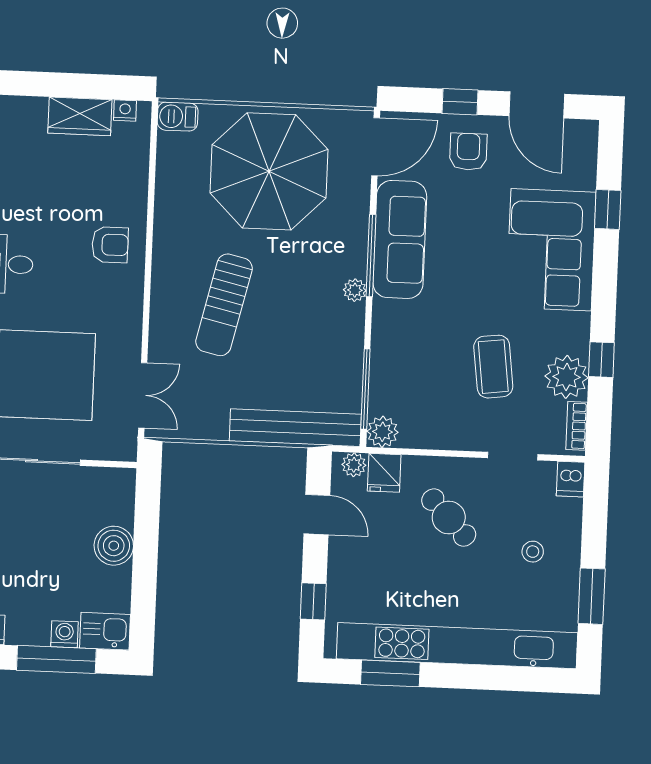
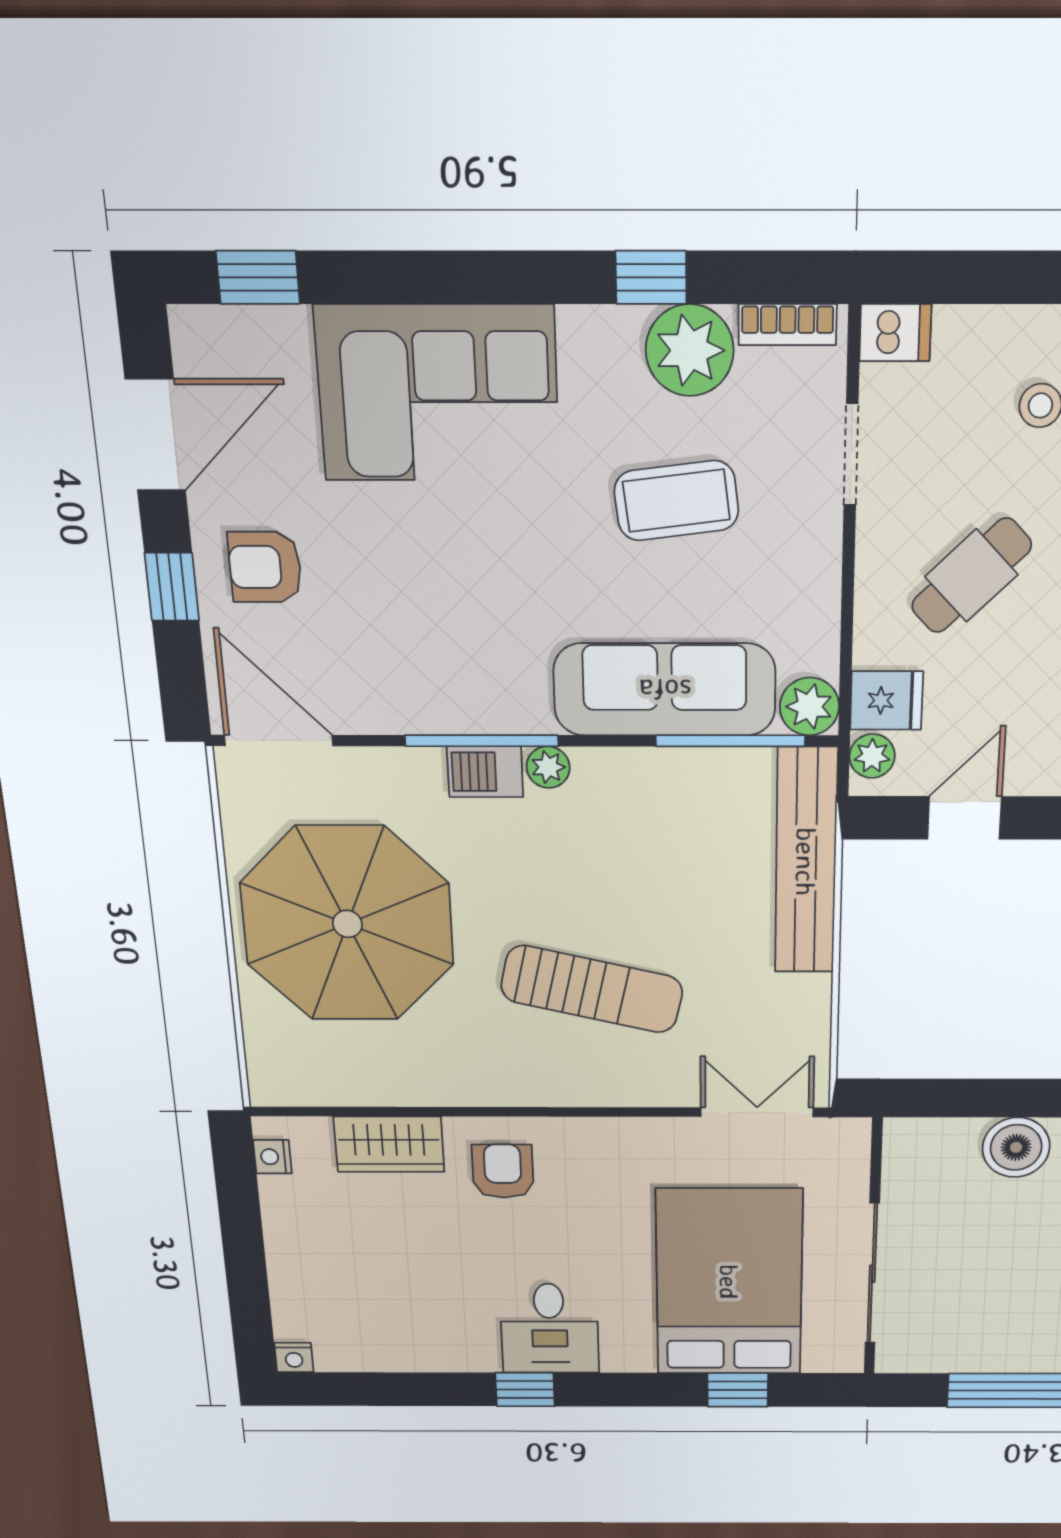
wardrobe: (80, 116) -> (389, 1144), moved, turned 90
barbecue: (178, 117) -> (485, 772), moved, turned 90
window: (608, 209) -> (258, 277), moved
sofa: (400, 239) -> (665, 690), moved

